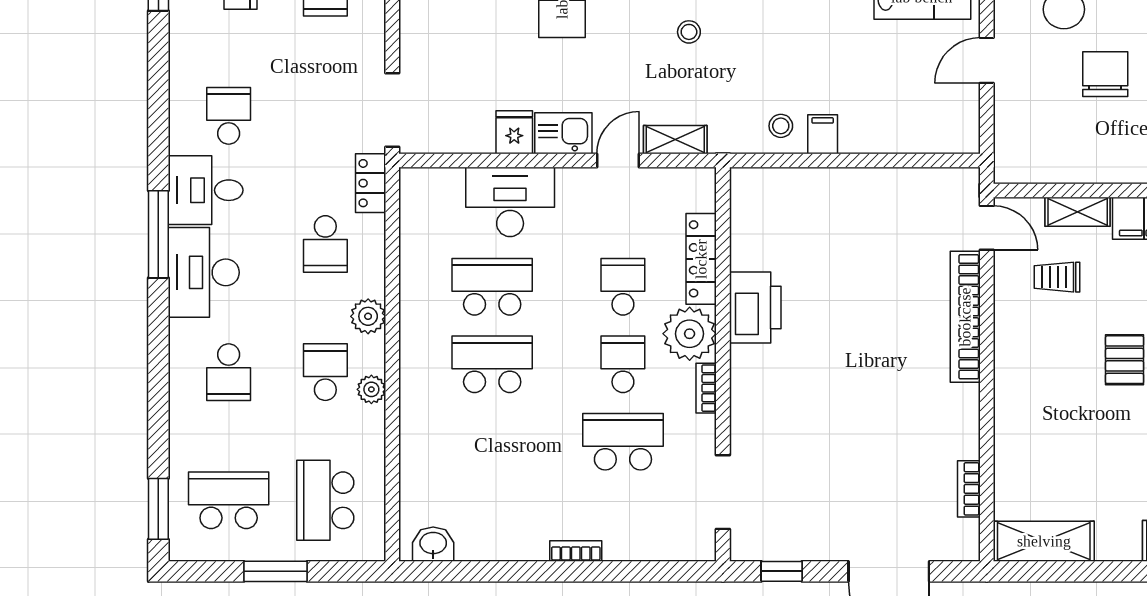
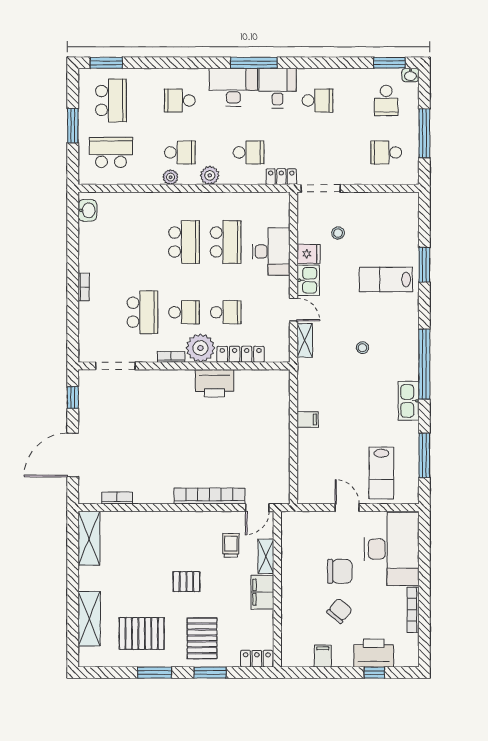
stool: (781, 126) -> (338, 233), moved
school desk: (325, 244) -> (249, 152), turned 180

